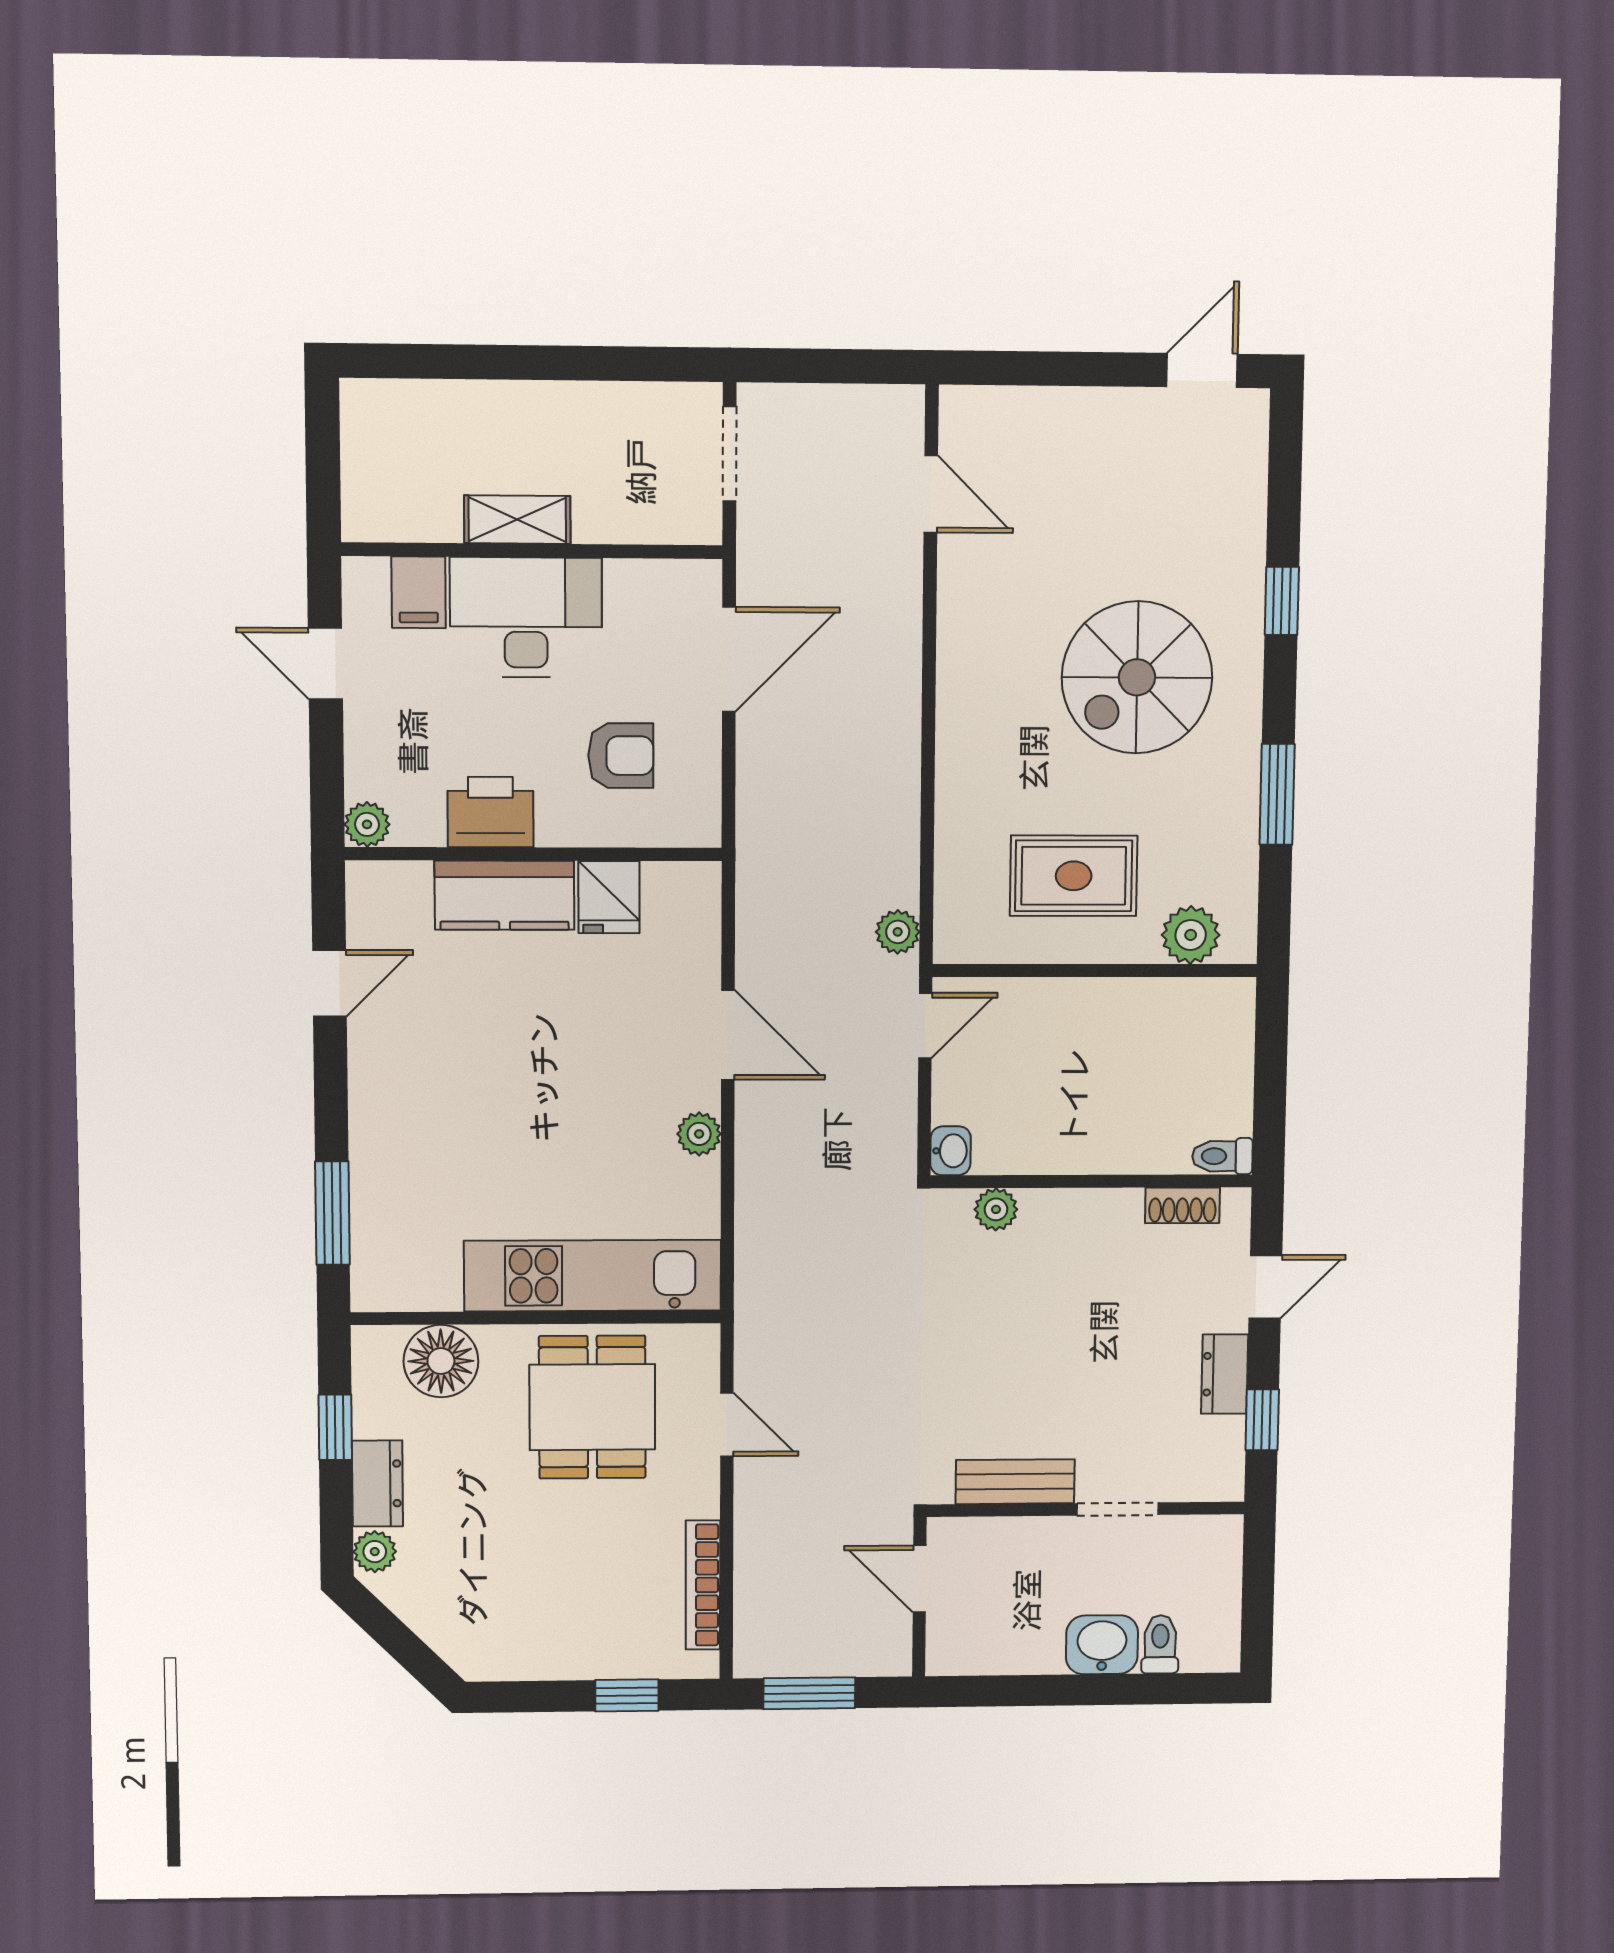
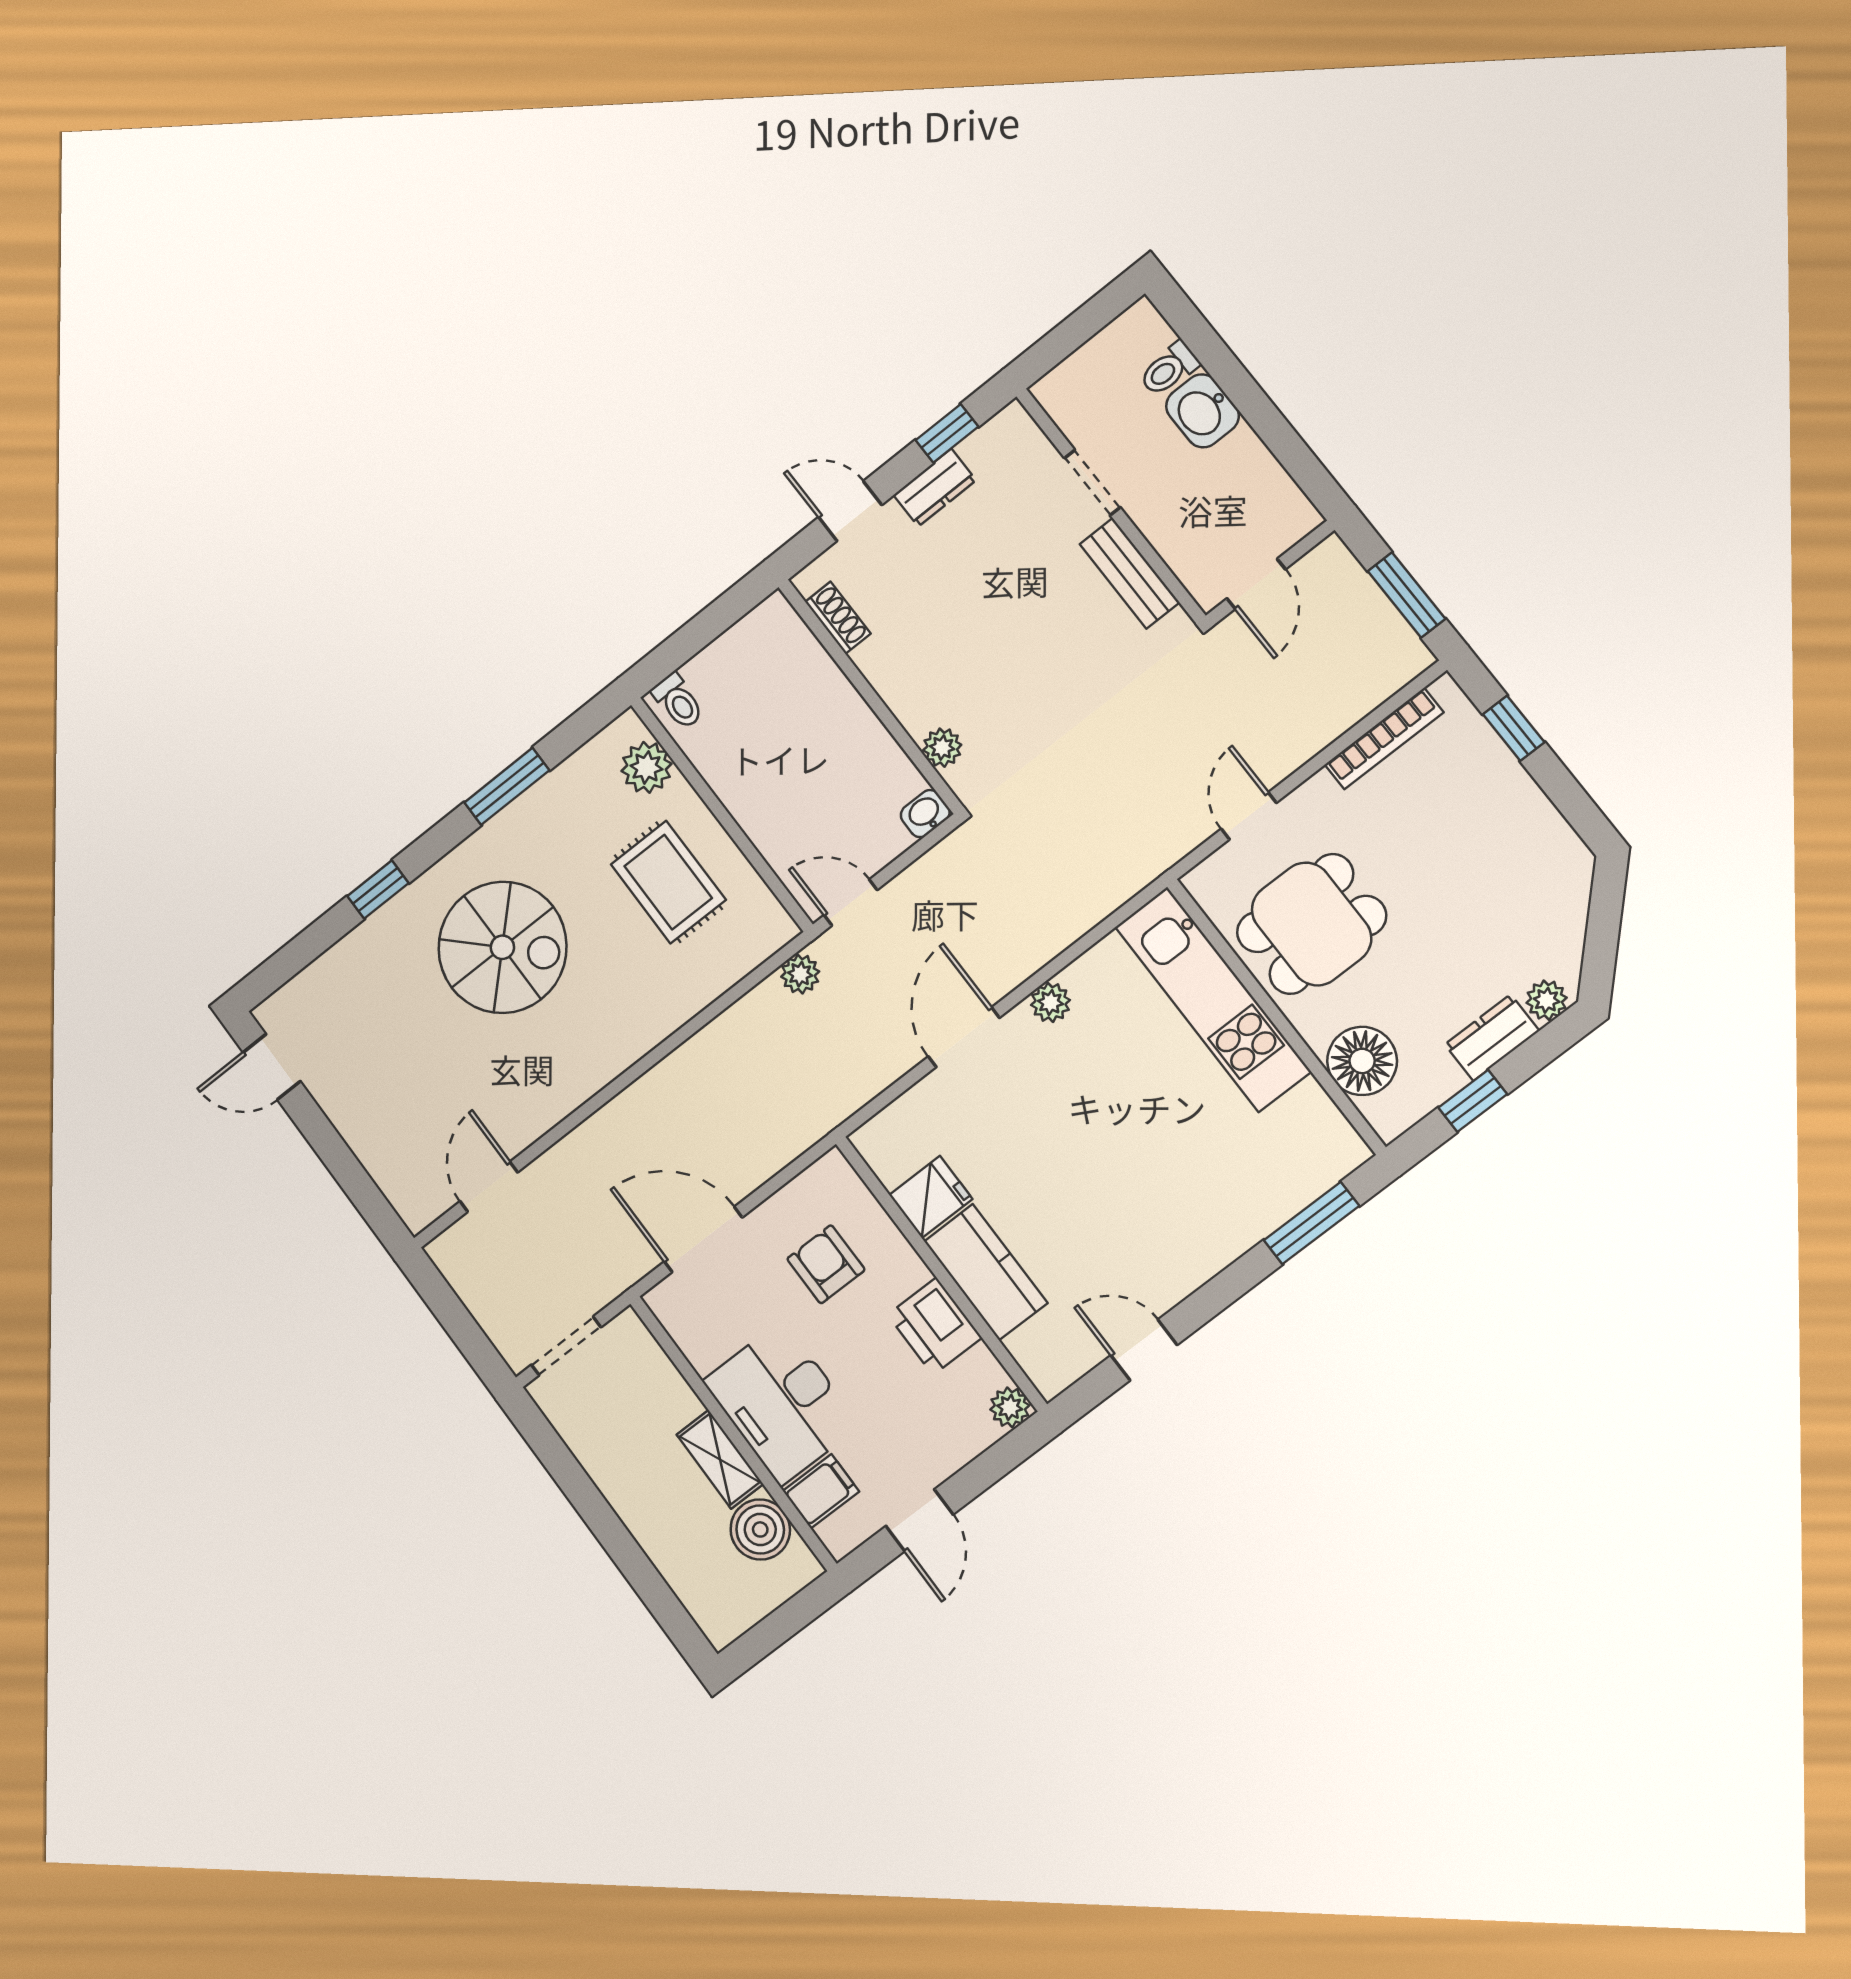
boiler: (425, 508) -> (760, 1529), added
toilet: (1222, 1156) -> (678, 701), moved

